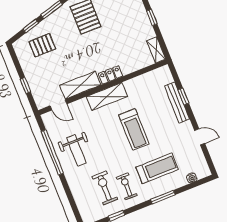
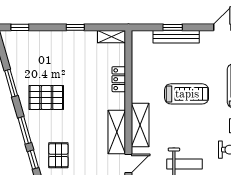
locker: (110, 75) -> (119, 79), moved
shelving: (107, 97) -> (140, 125), moved

